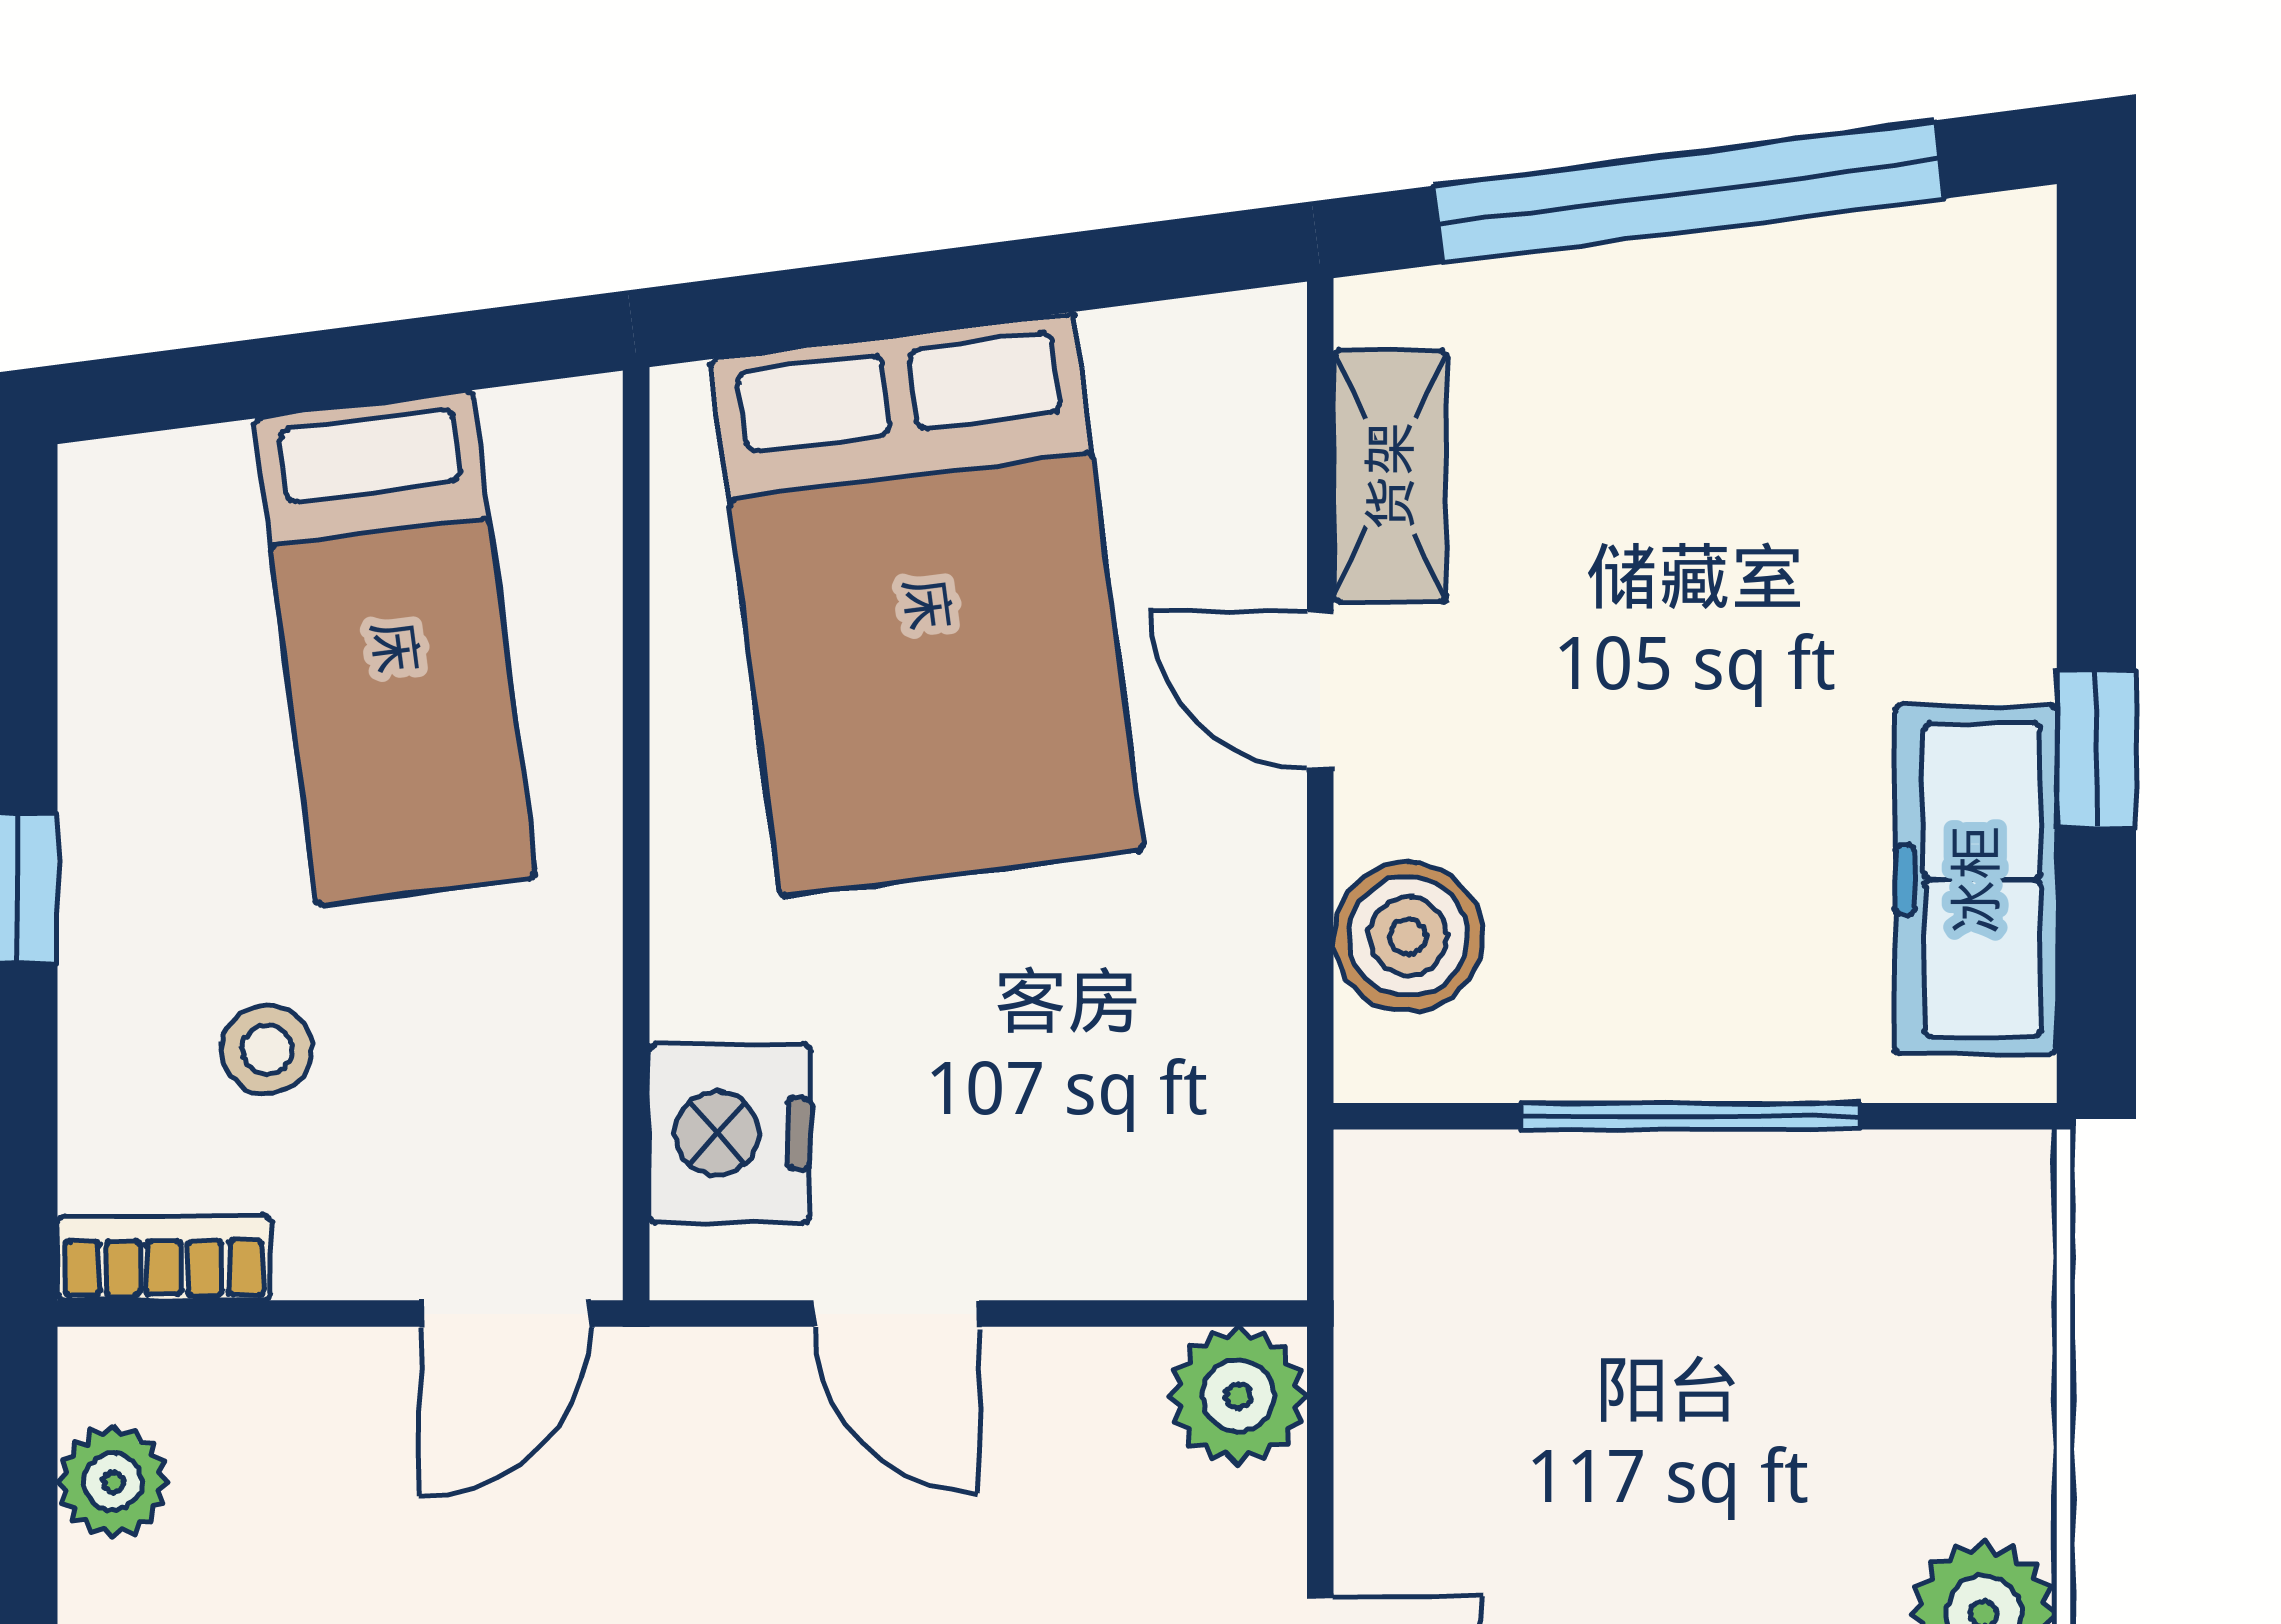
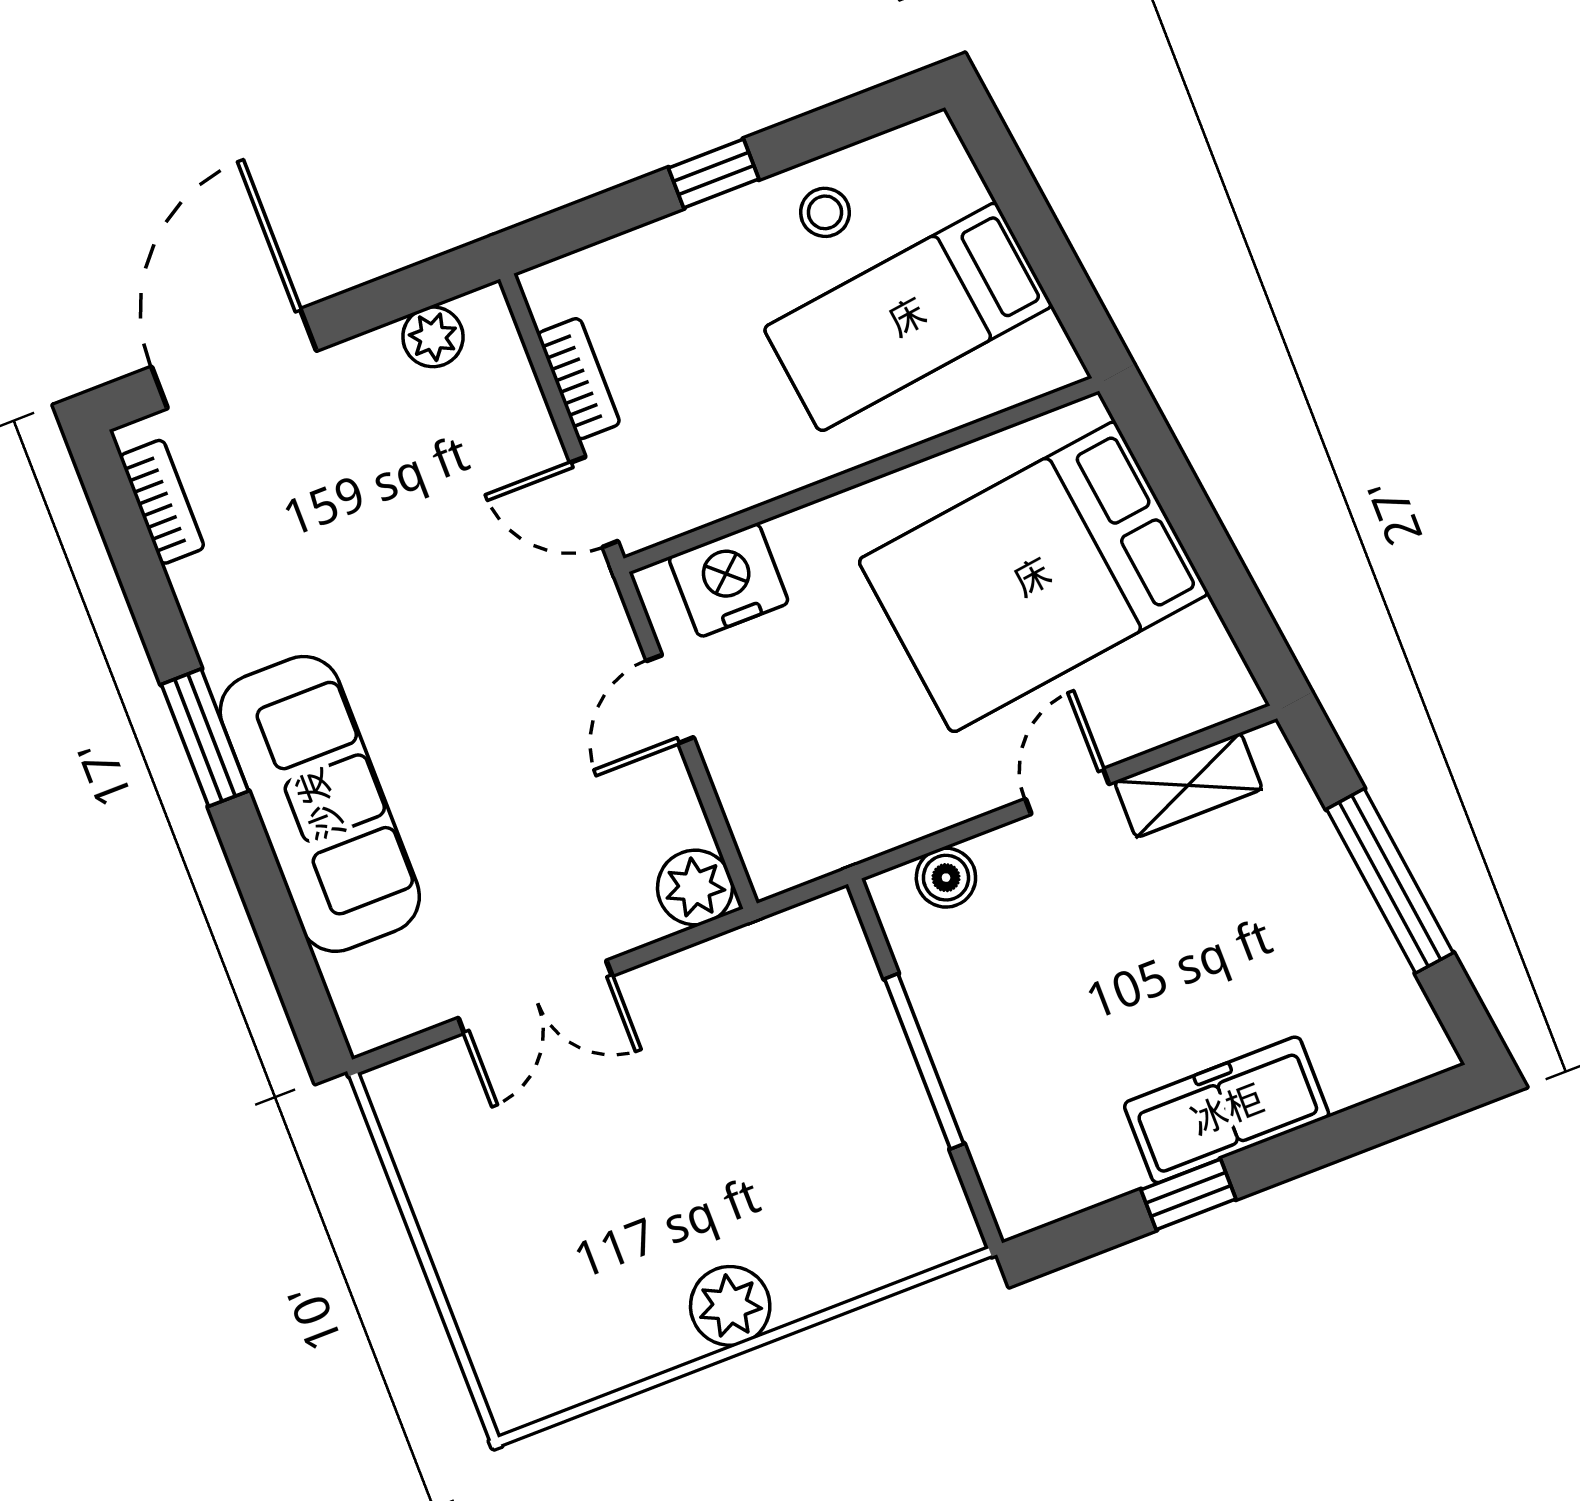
window: (1689, 192) -> (1390, 881), width x0.68
freezer: (1976, 880) -> (1227, 1110), moved
boiler: (1408, 936) -> (946, 878), width x0.73, depth x0.73
stool: (267, 1050) -> (825, 212), moved
bookcase: (164, 1258) -> (579, 379), moved

